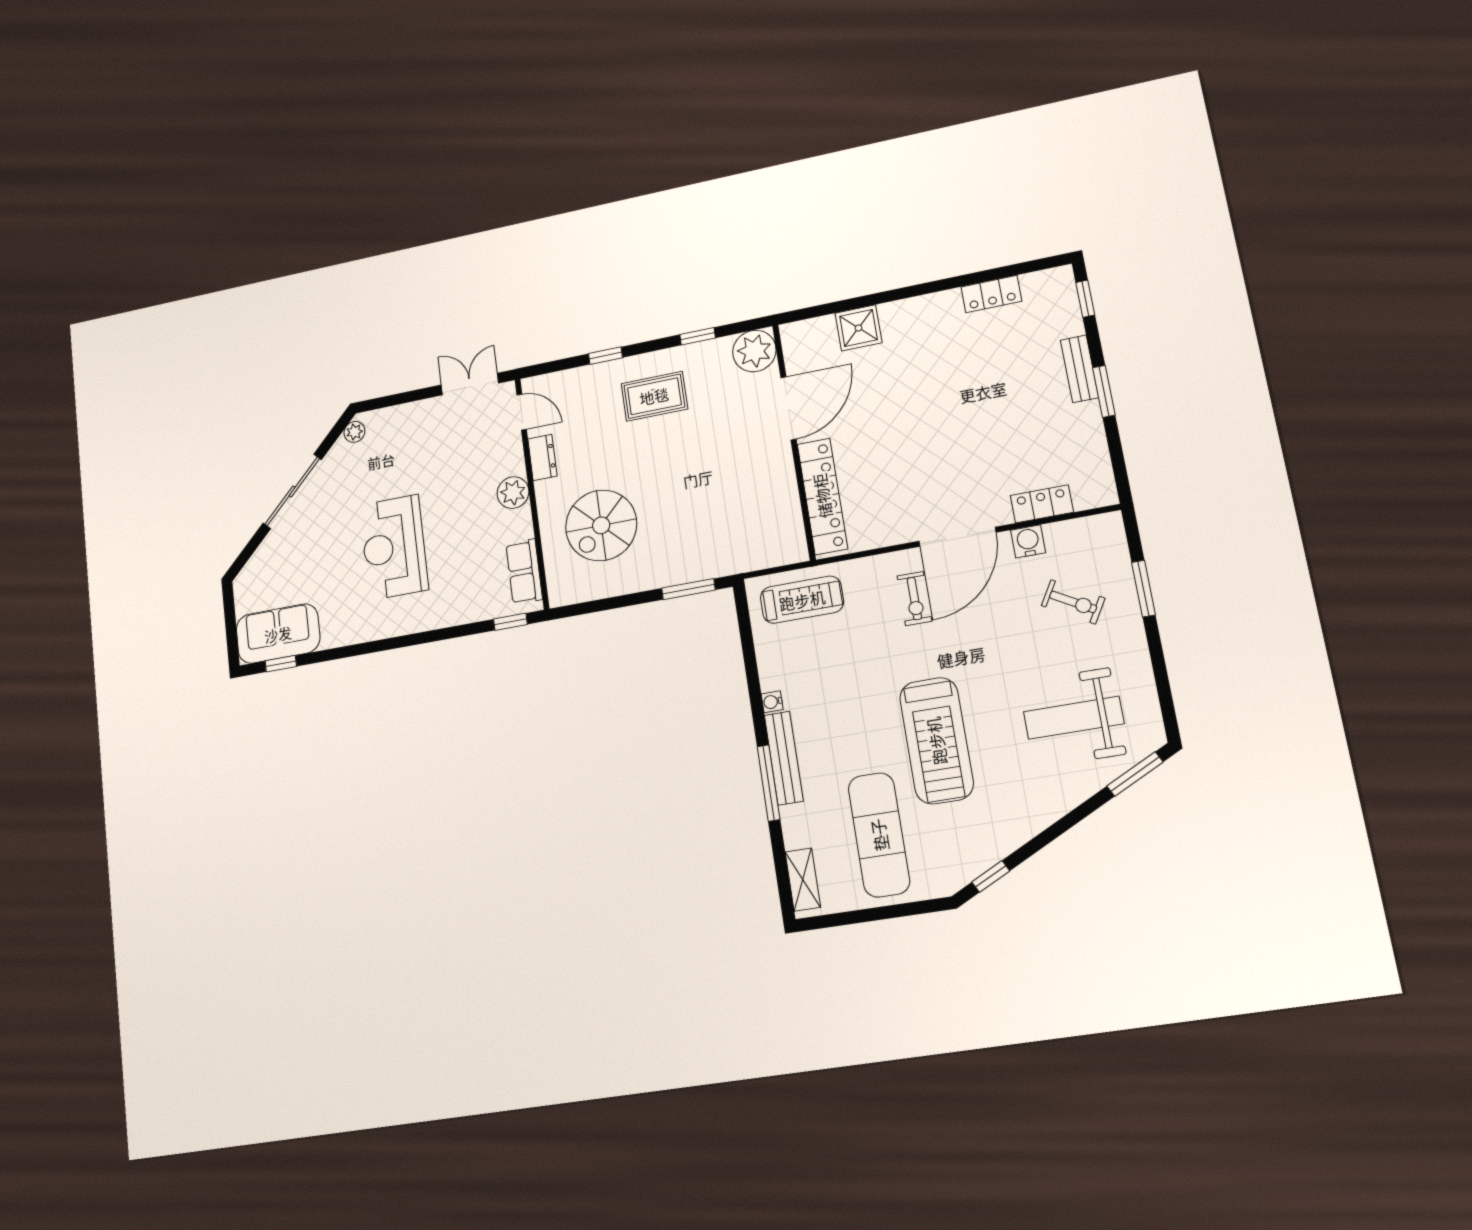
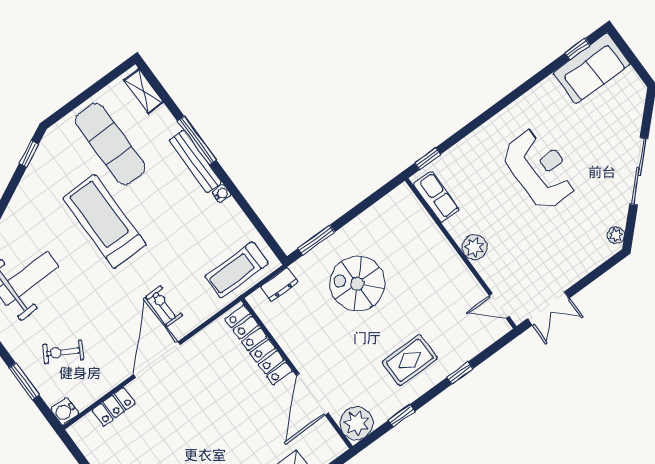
dresser: (542, 458) -> (279, 284), moved, turned -90
spiral stairs: (601, 525) -> (357, 284), moved, turned -90
water cooler: (1028, 541) -> (65, 411), moved, turned 90

